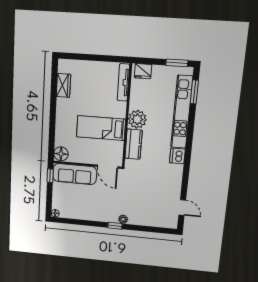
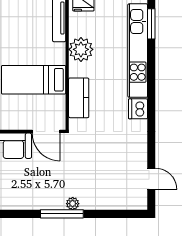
plant: (137, 119) -> (81, 49), moved
window: (115, 226) -> (62, 214), width x2.17

